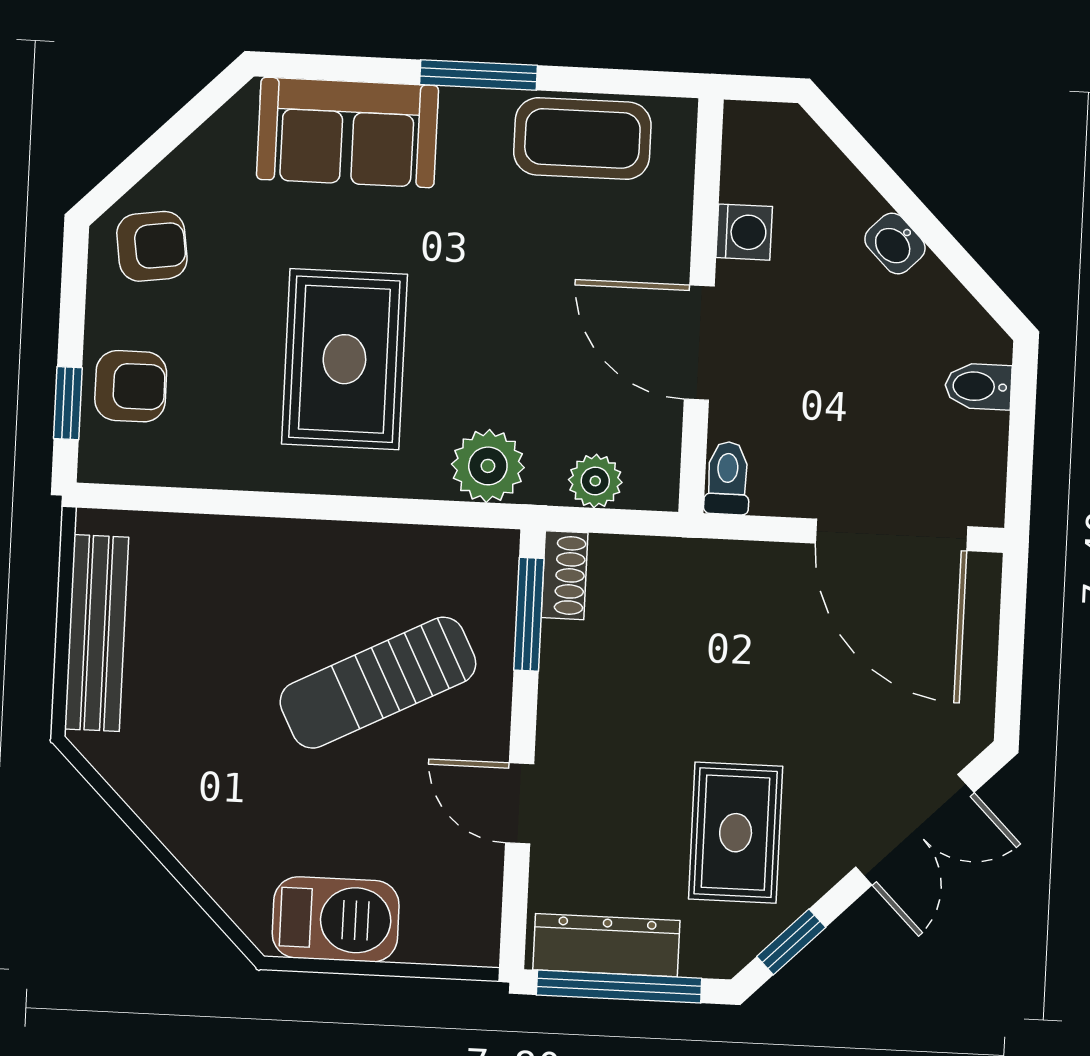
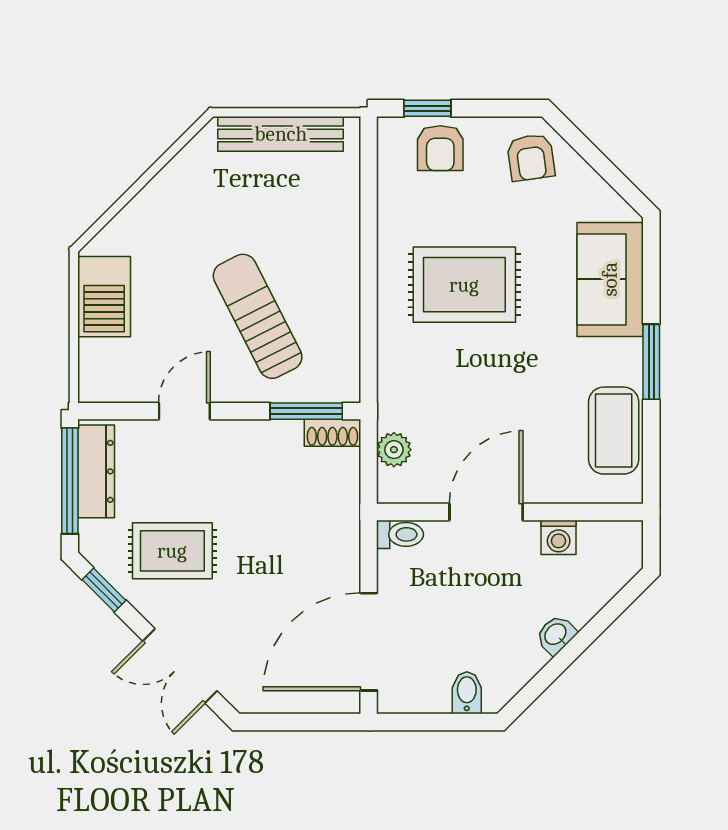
plant: (488, 466) -> (400, 380), removed

